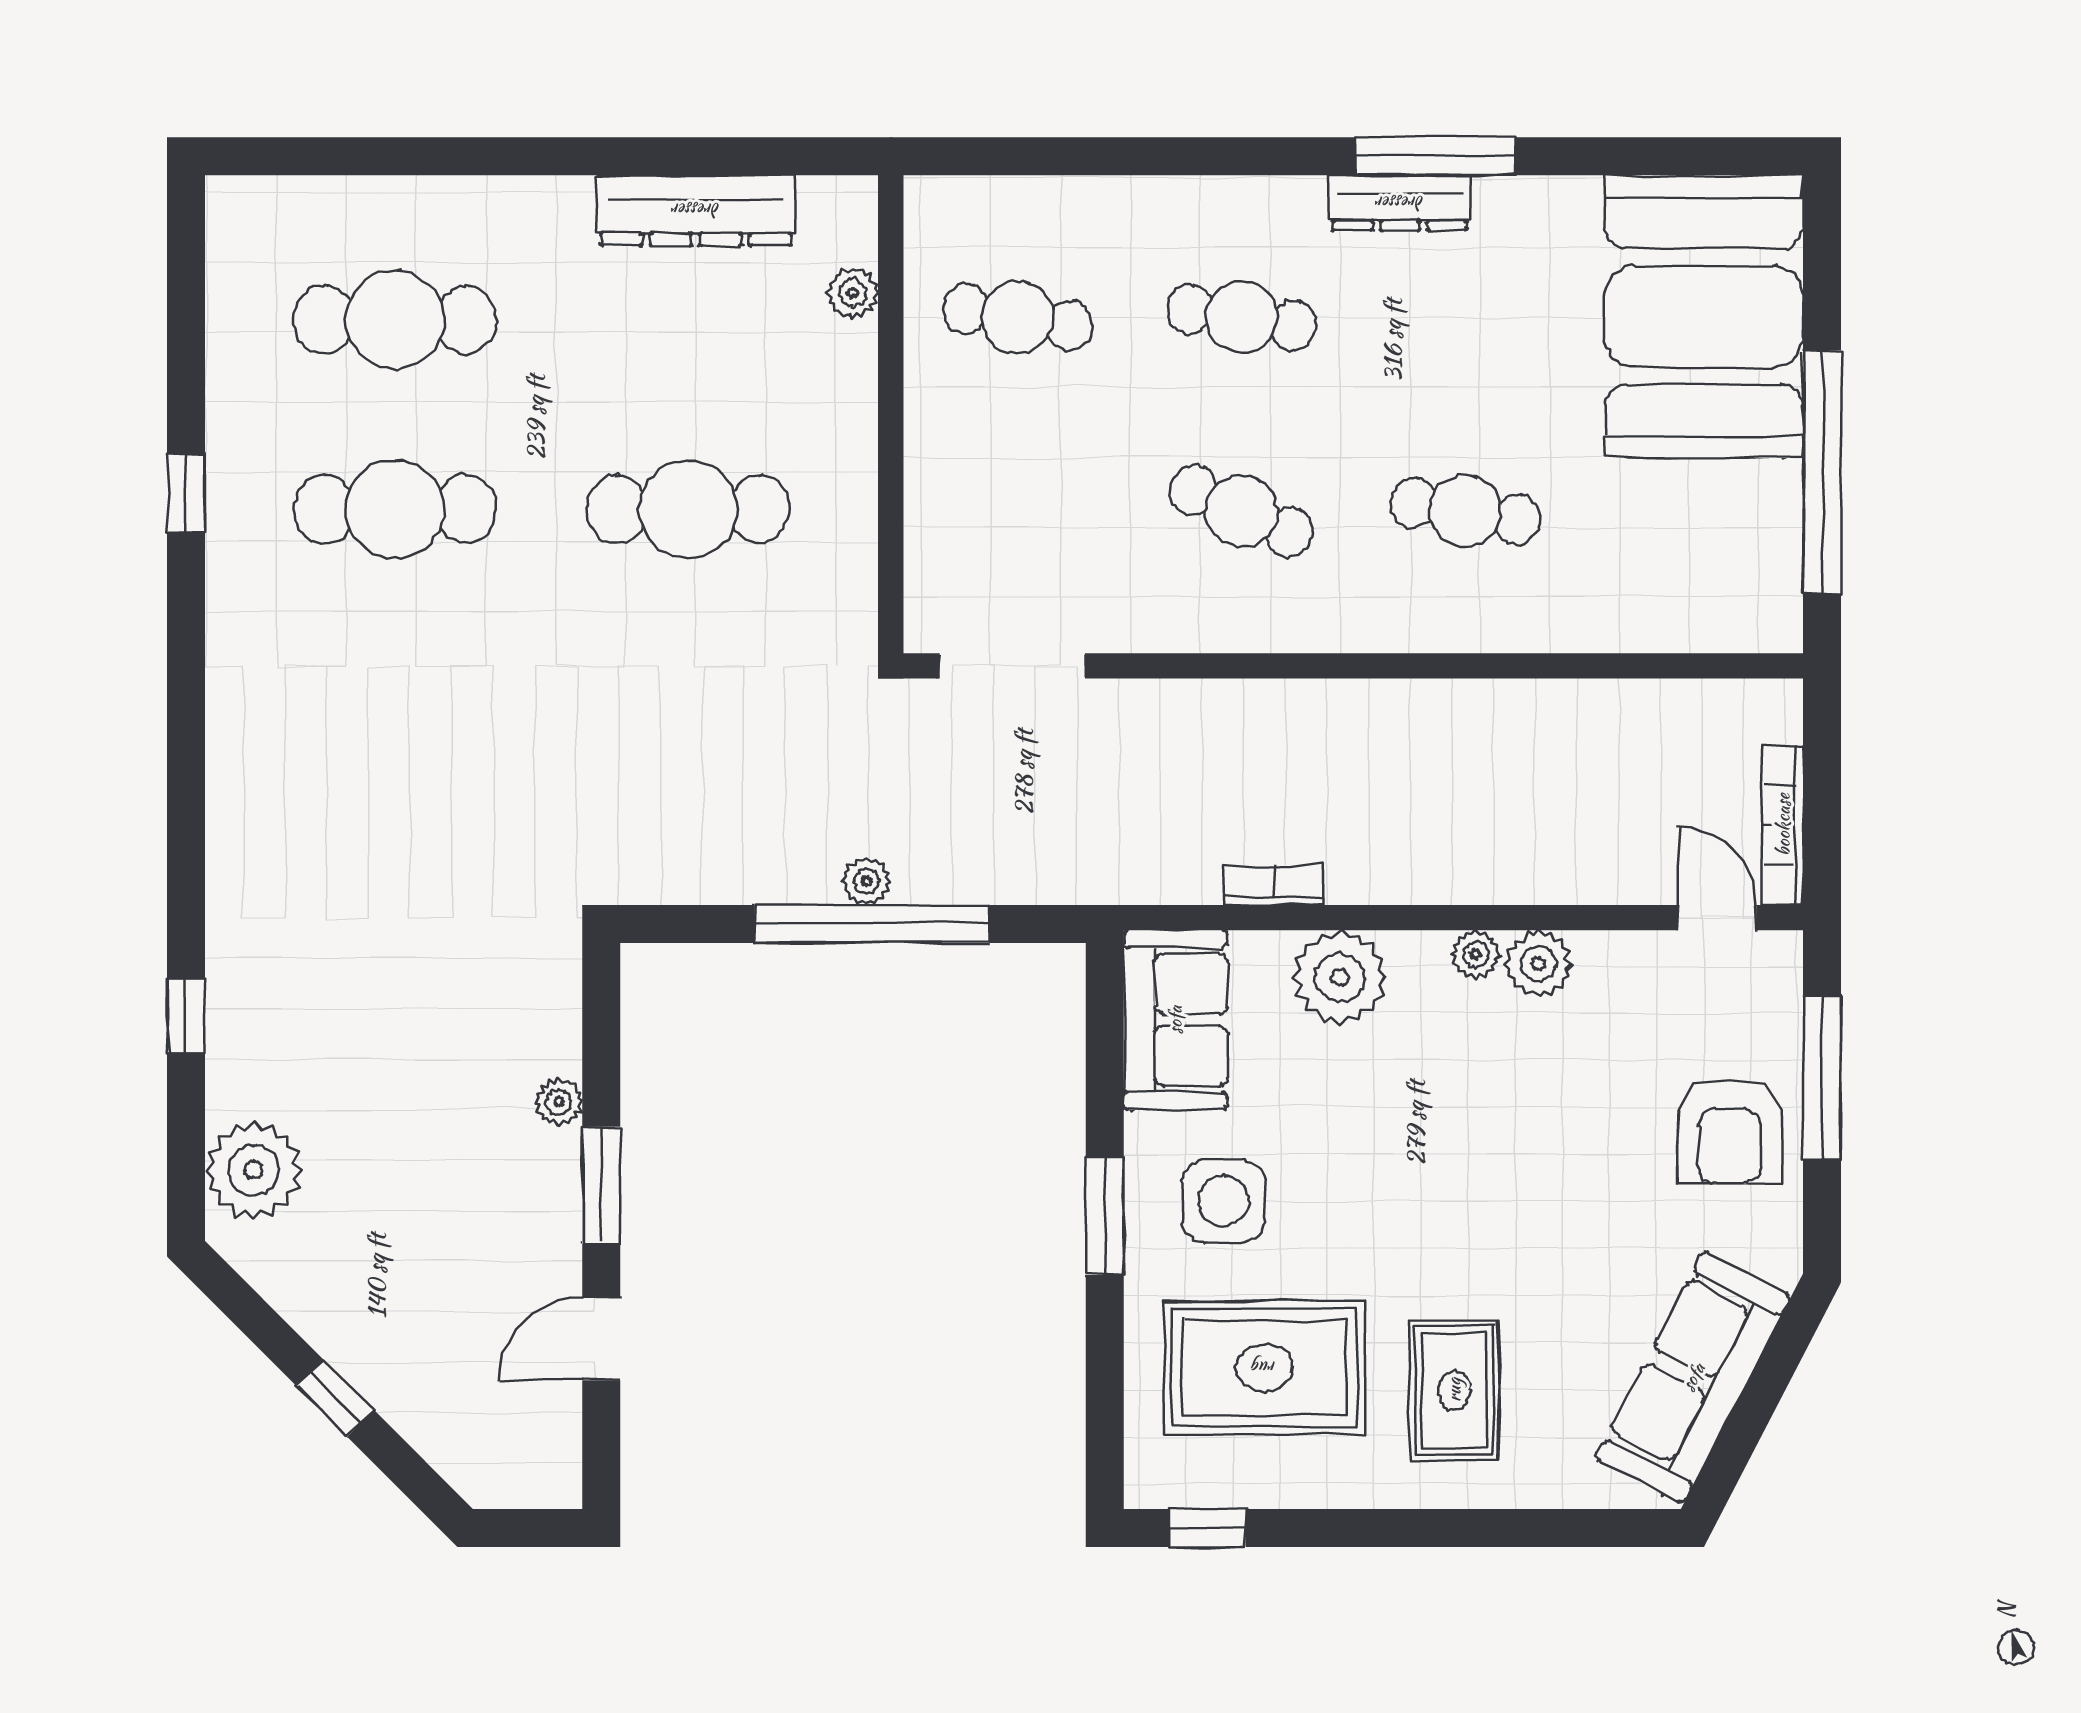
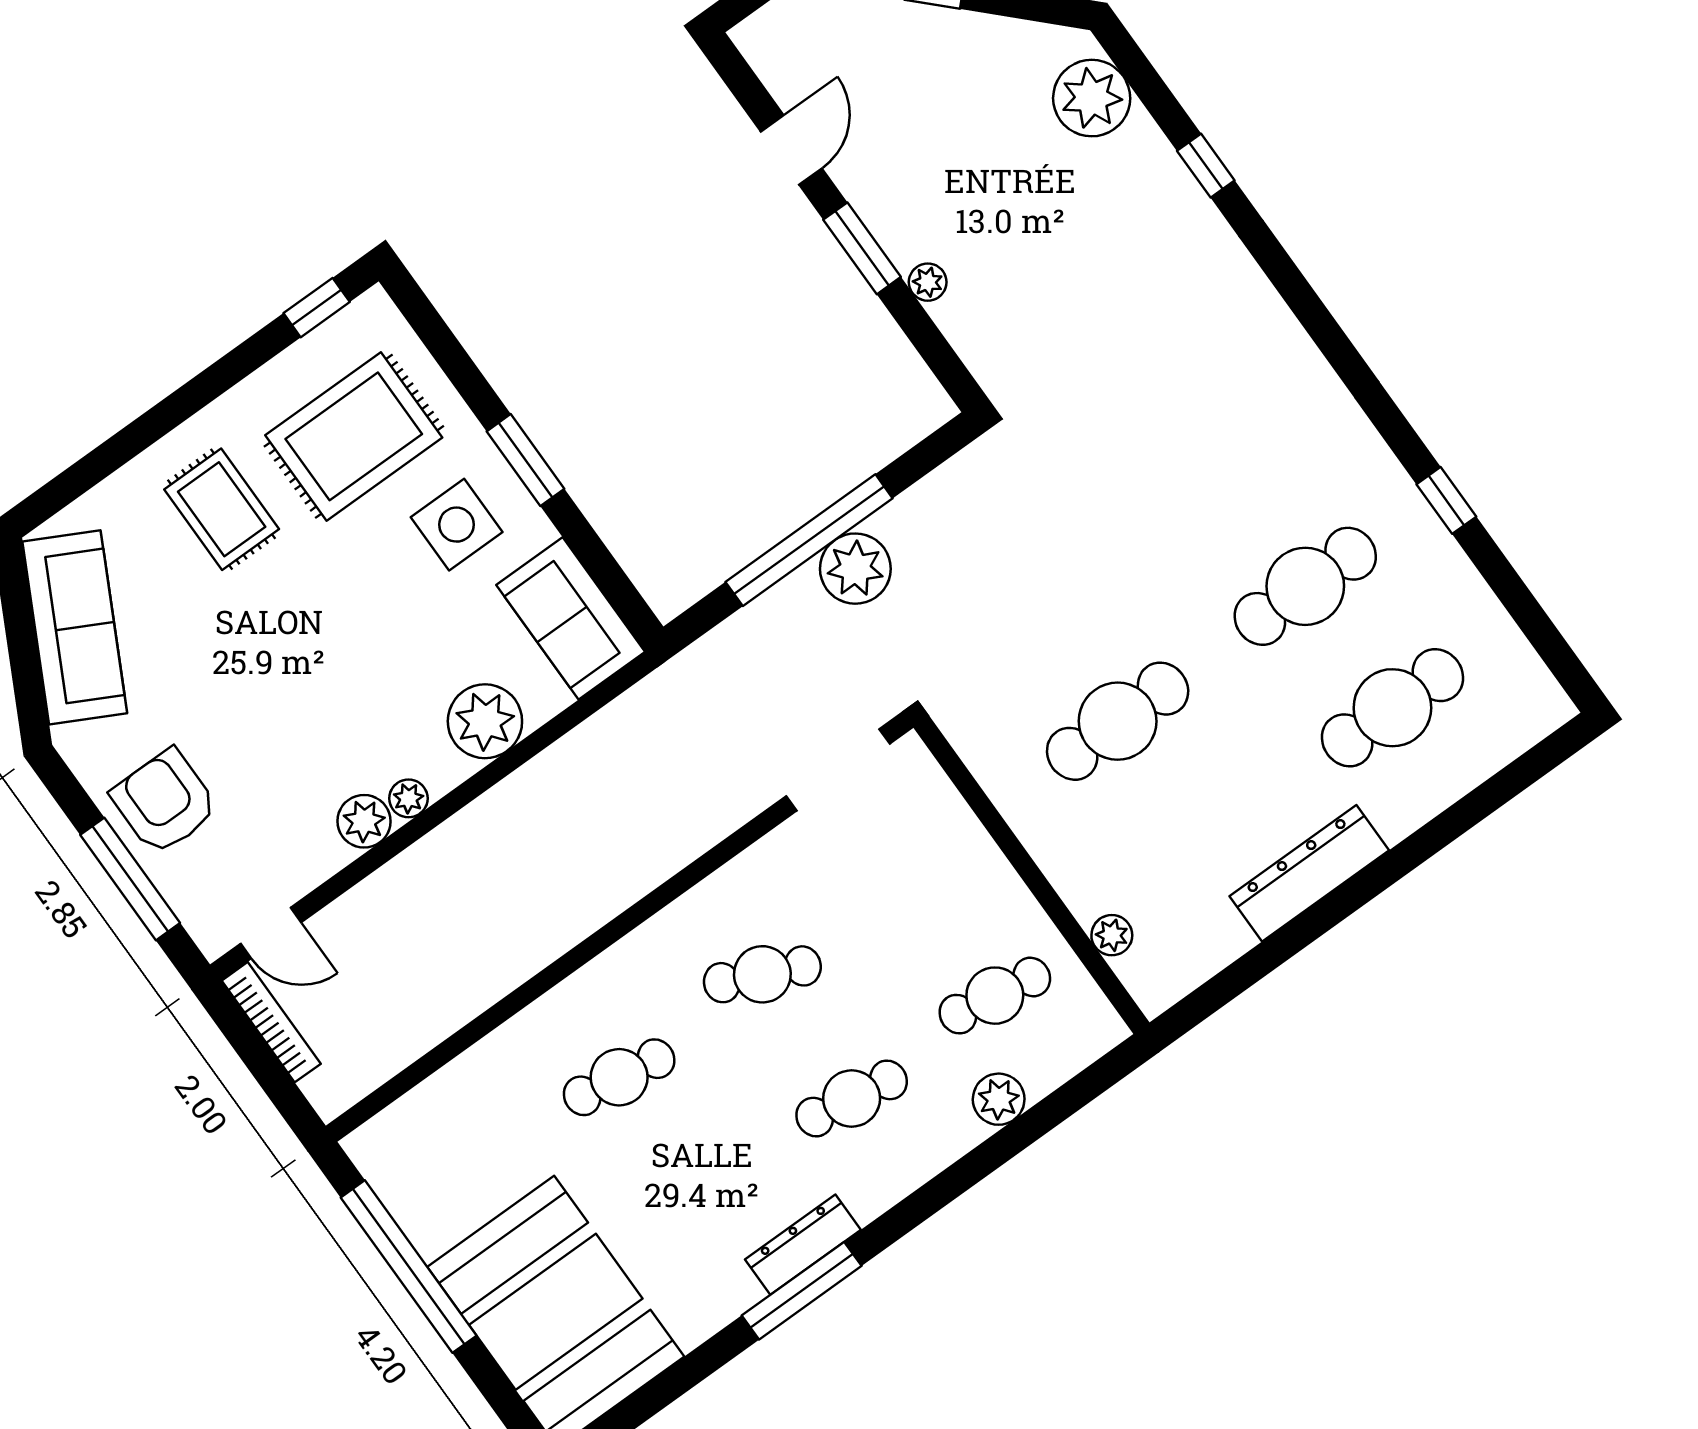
plant: (1090, 208) -> (999, 1099), added
dresser: (696, 210) -> (1309, 873), moved
plant: (866, 881) -> (855, 569), width x1.87, depth x1.87
bookcase: (1274, 885) -> (569, 750), removed

